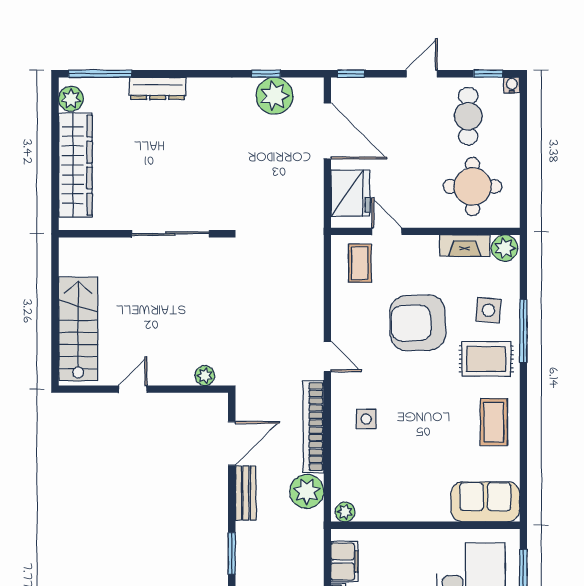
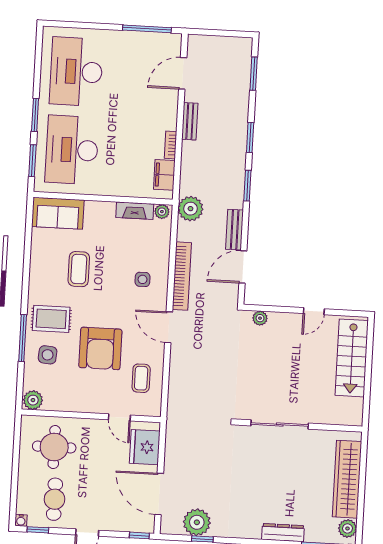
fireplace: (465, 246) -> (135, 211), moved, turned 180
coffee table: (360, 263) -> (141, 378), moved
armchair: (418, 323) -> (100, 348), turned 92
door: (327, 357) -> (169, 327), width x1.38
coffee table: (494, 422) -> (79, 269), moved
plant: (307, 491) -> (190, 209), moved

